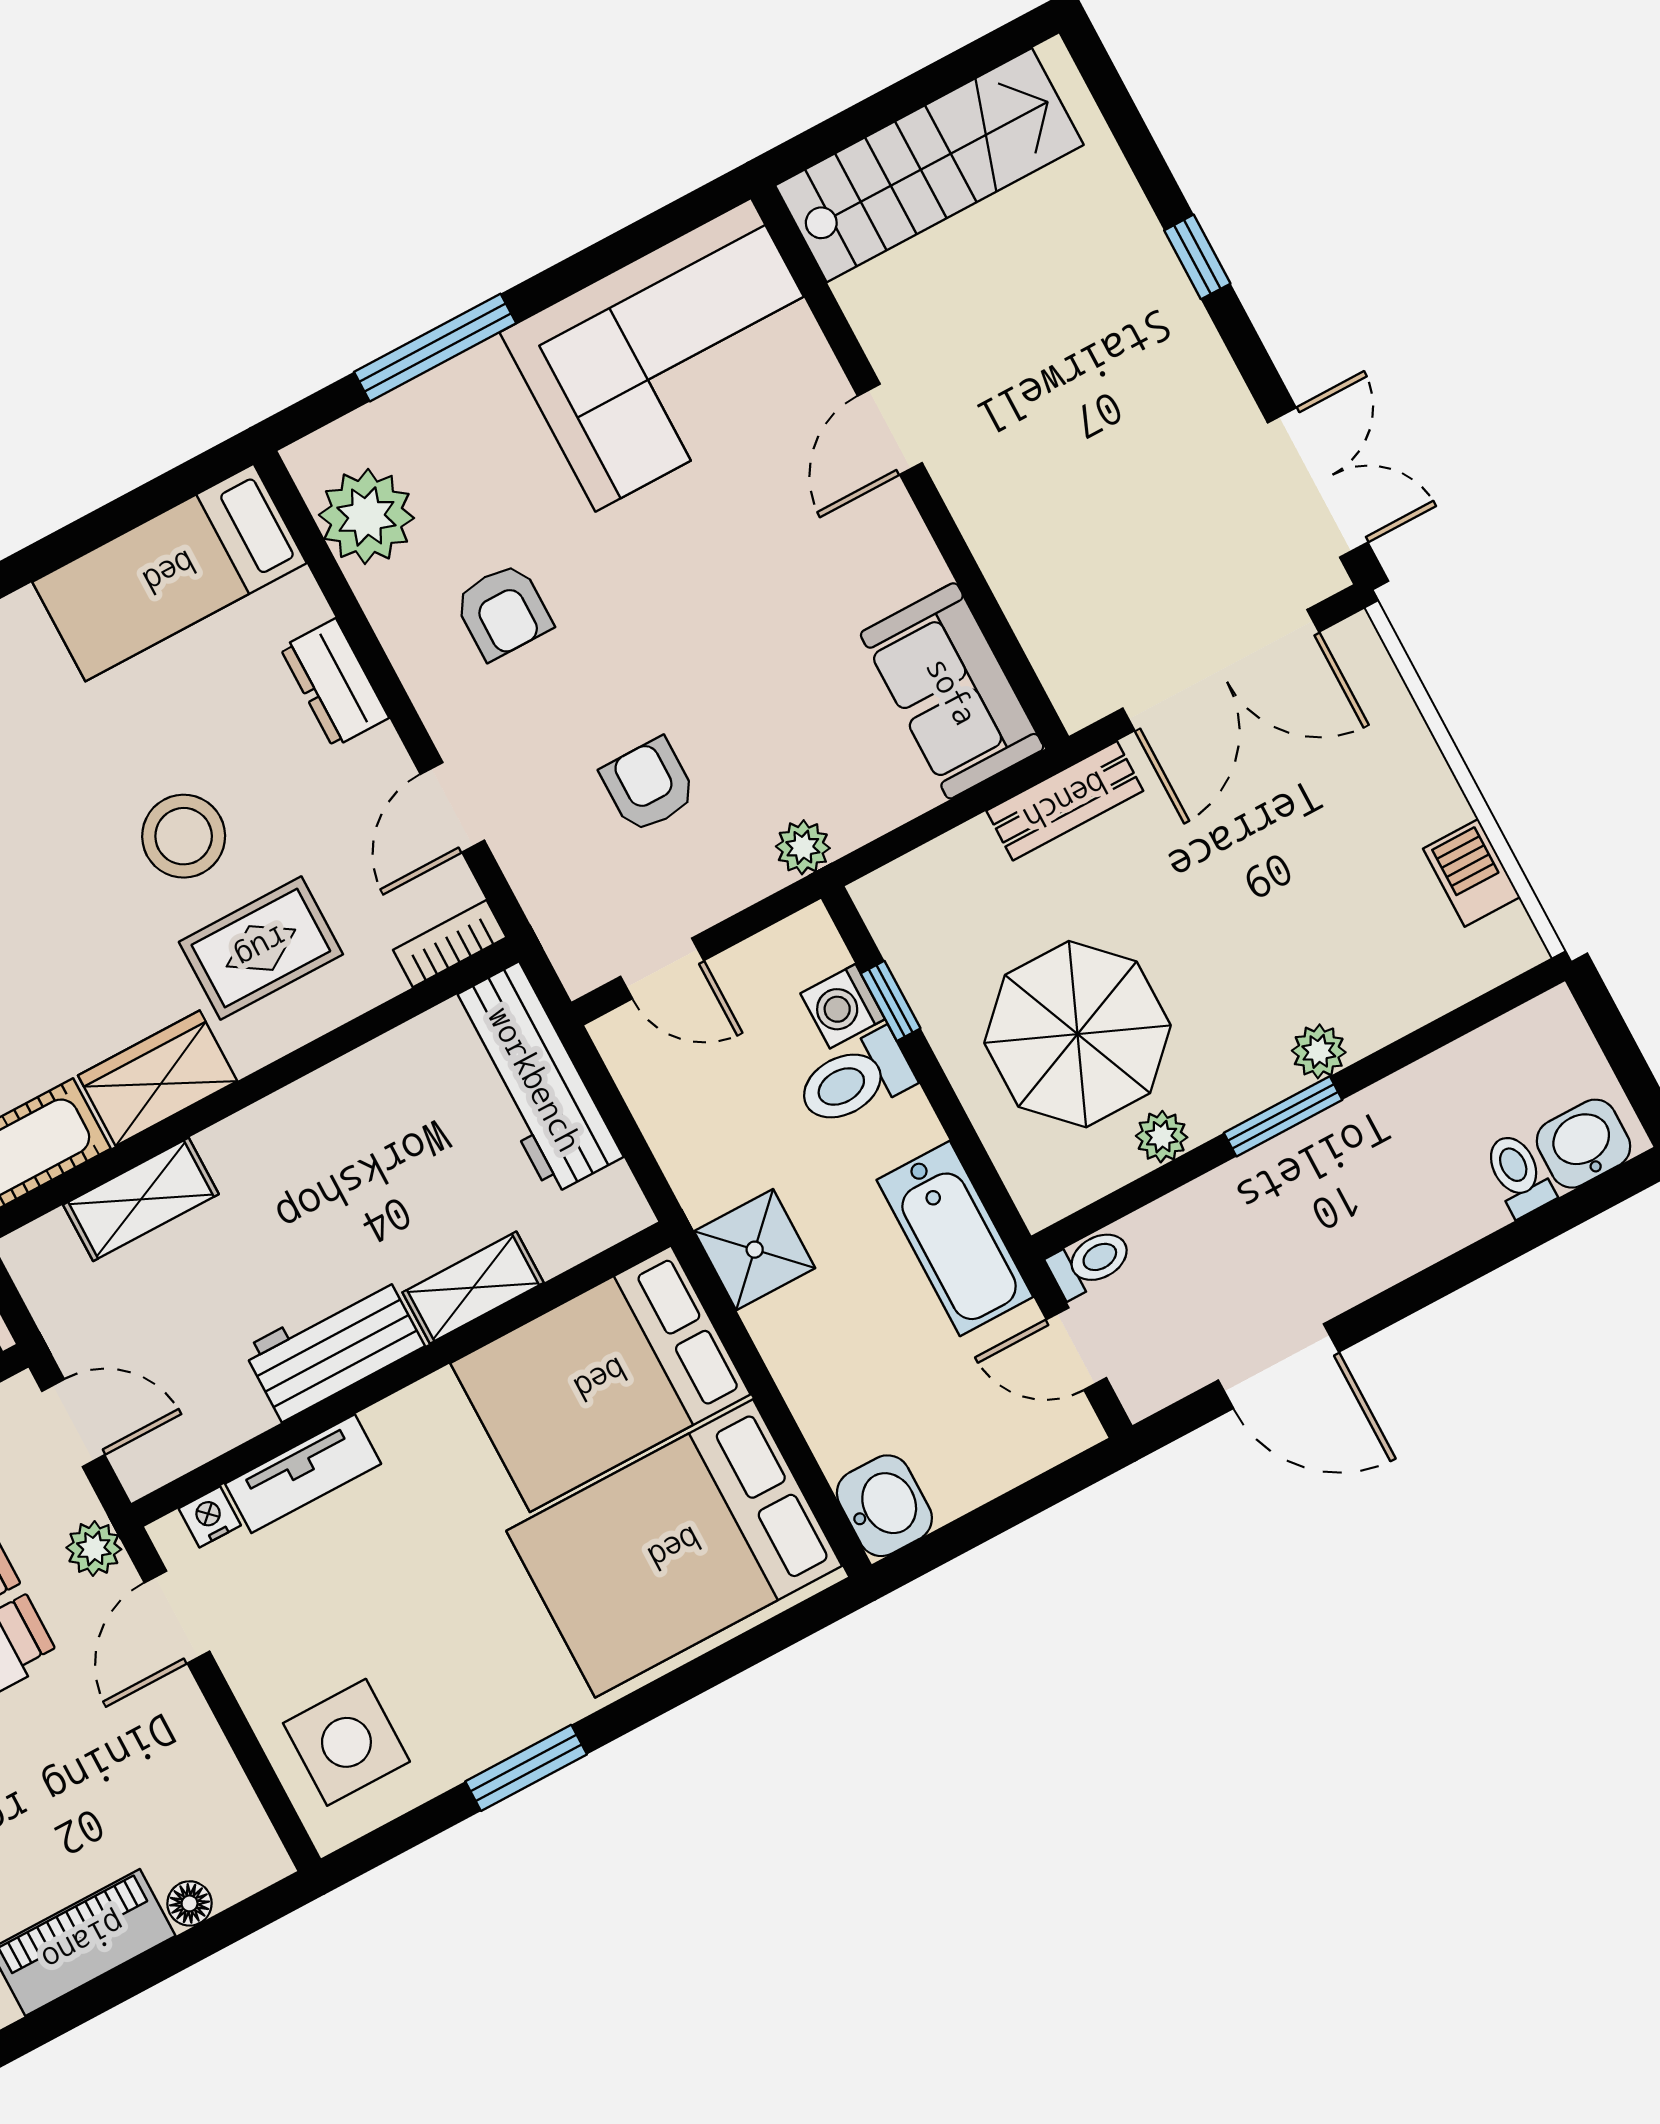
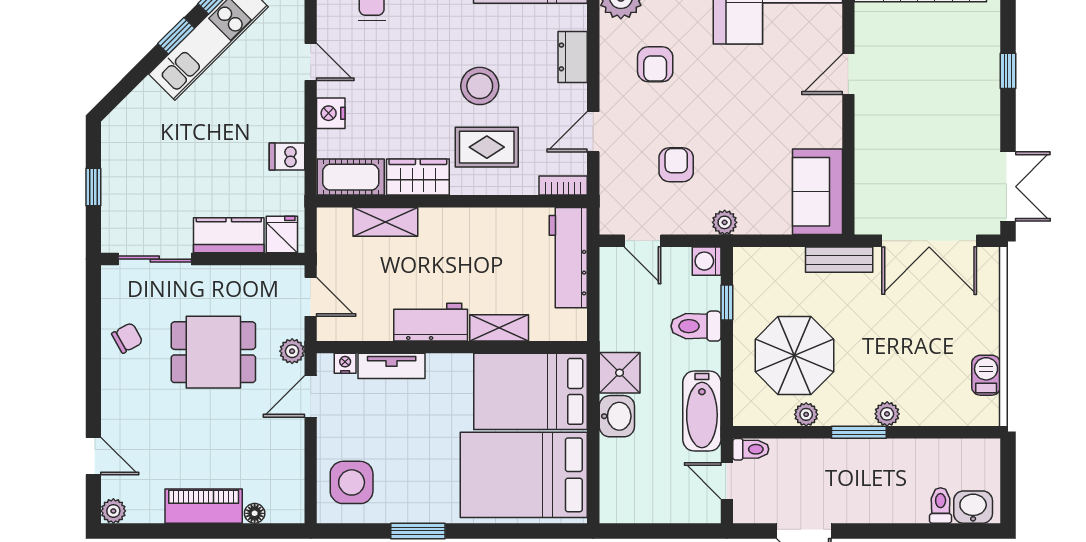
washing machine: (843, 1006) -> (707, 261), moved
washbasin: (884, 1506) -> (617, 416), moved

